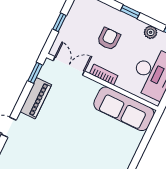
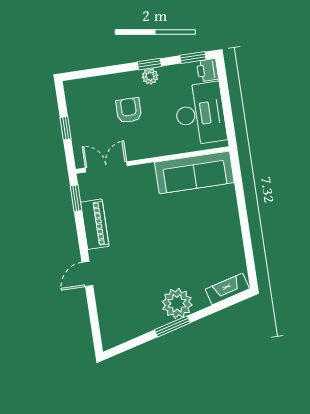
window: (130, 12) -> (149, 64), moved
plant: (151, 32) -> (150, 76), moved
bookcase: (104, 75) -> (149, 151), removed

